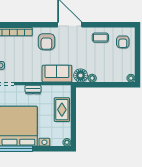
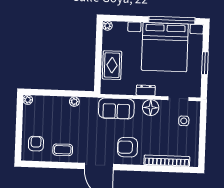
armchair: (46, 42) -> (128, 147), turned -90
floor lamp: (81, 75) -> (151, 108), moved

